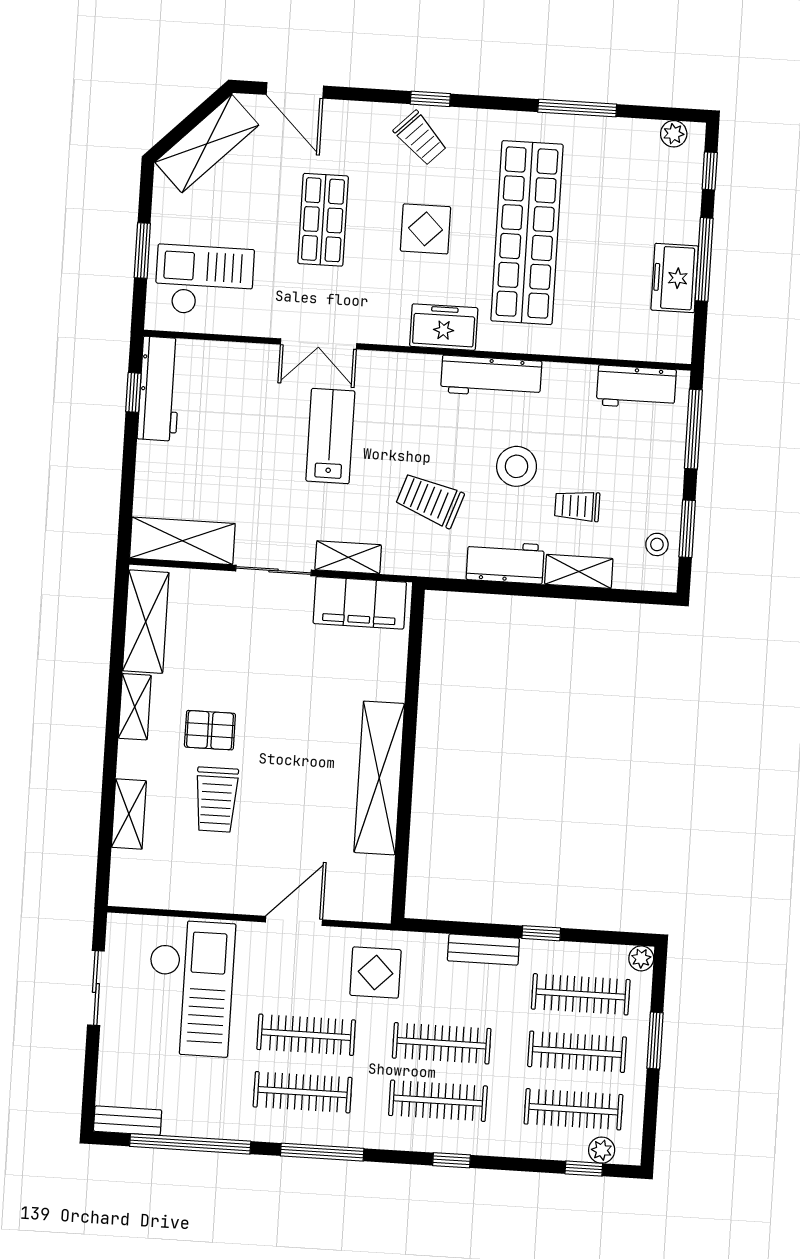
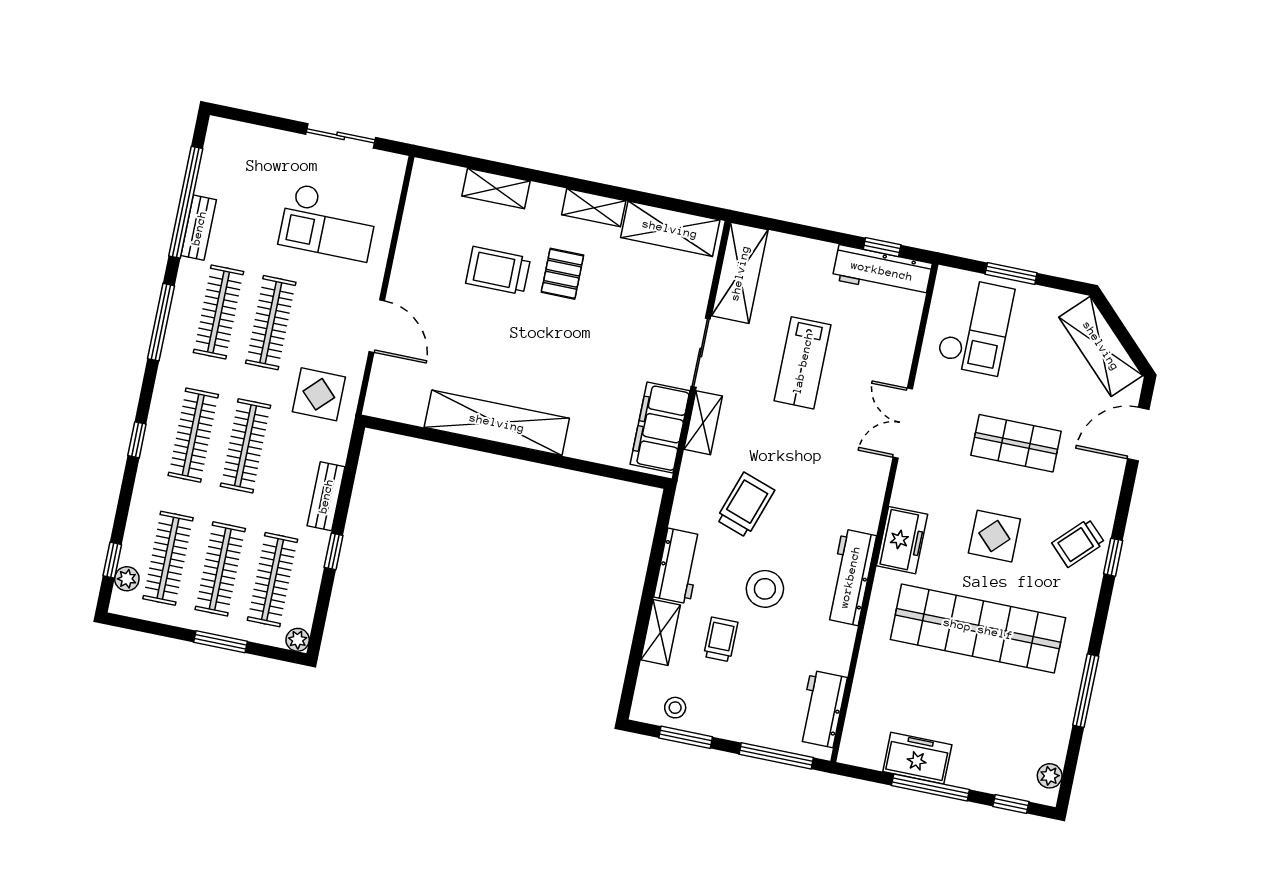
lab bench: (330, 436) -> (803, 363), moved, turned 90
checkout: (190, 988) -> (329, 222), width x0.73, depth x0.83
bench: (128, 1121) -> (199, 228), moved

